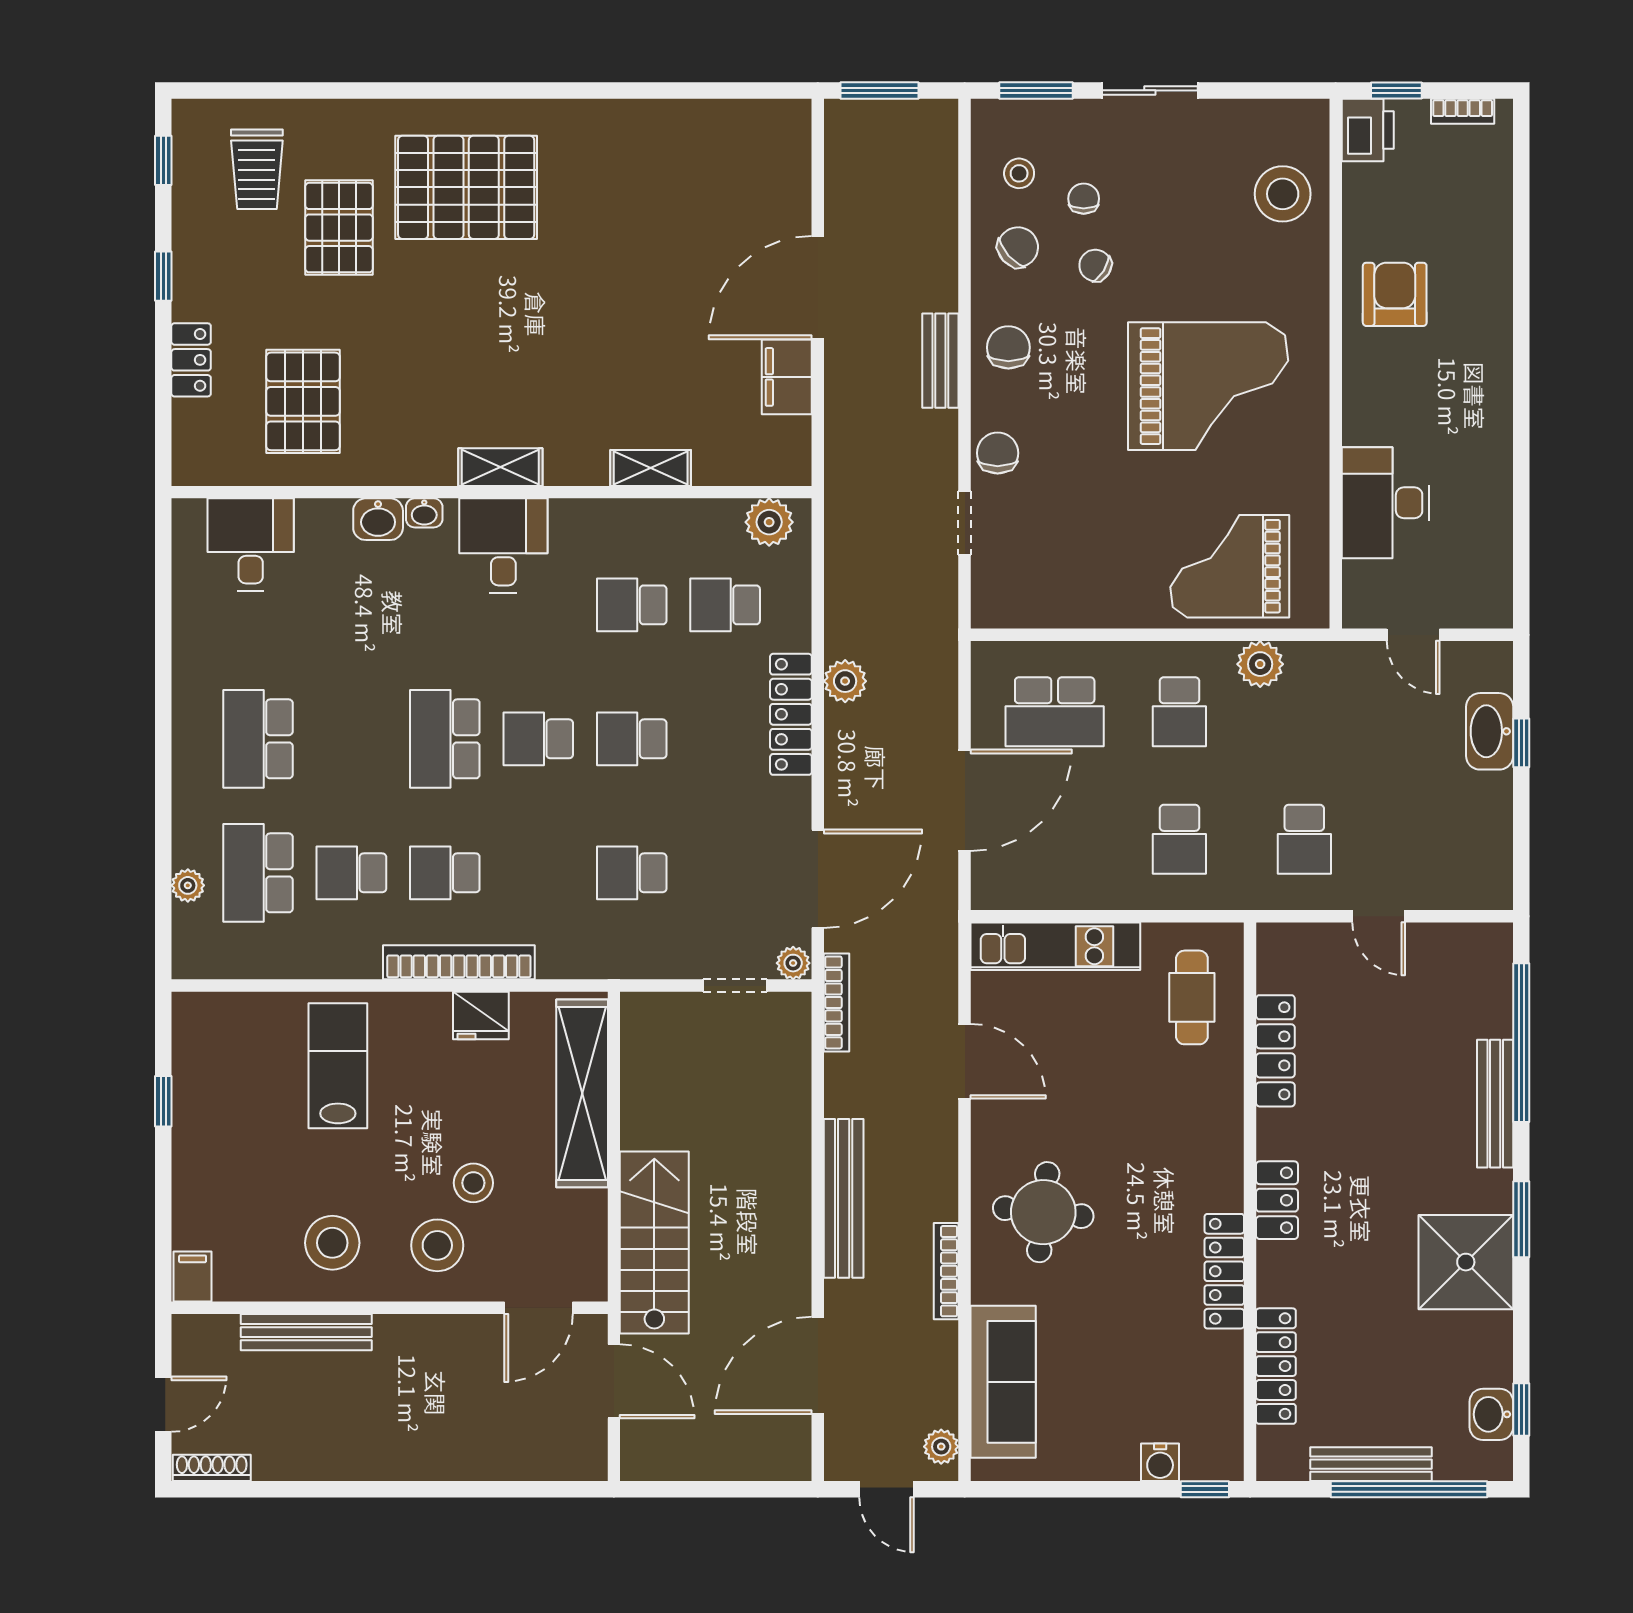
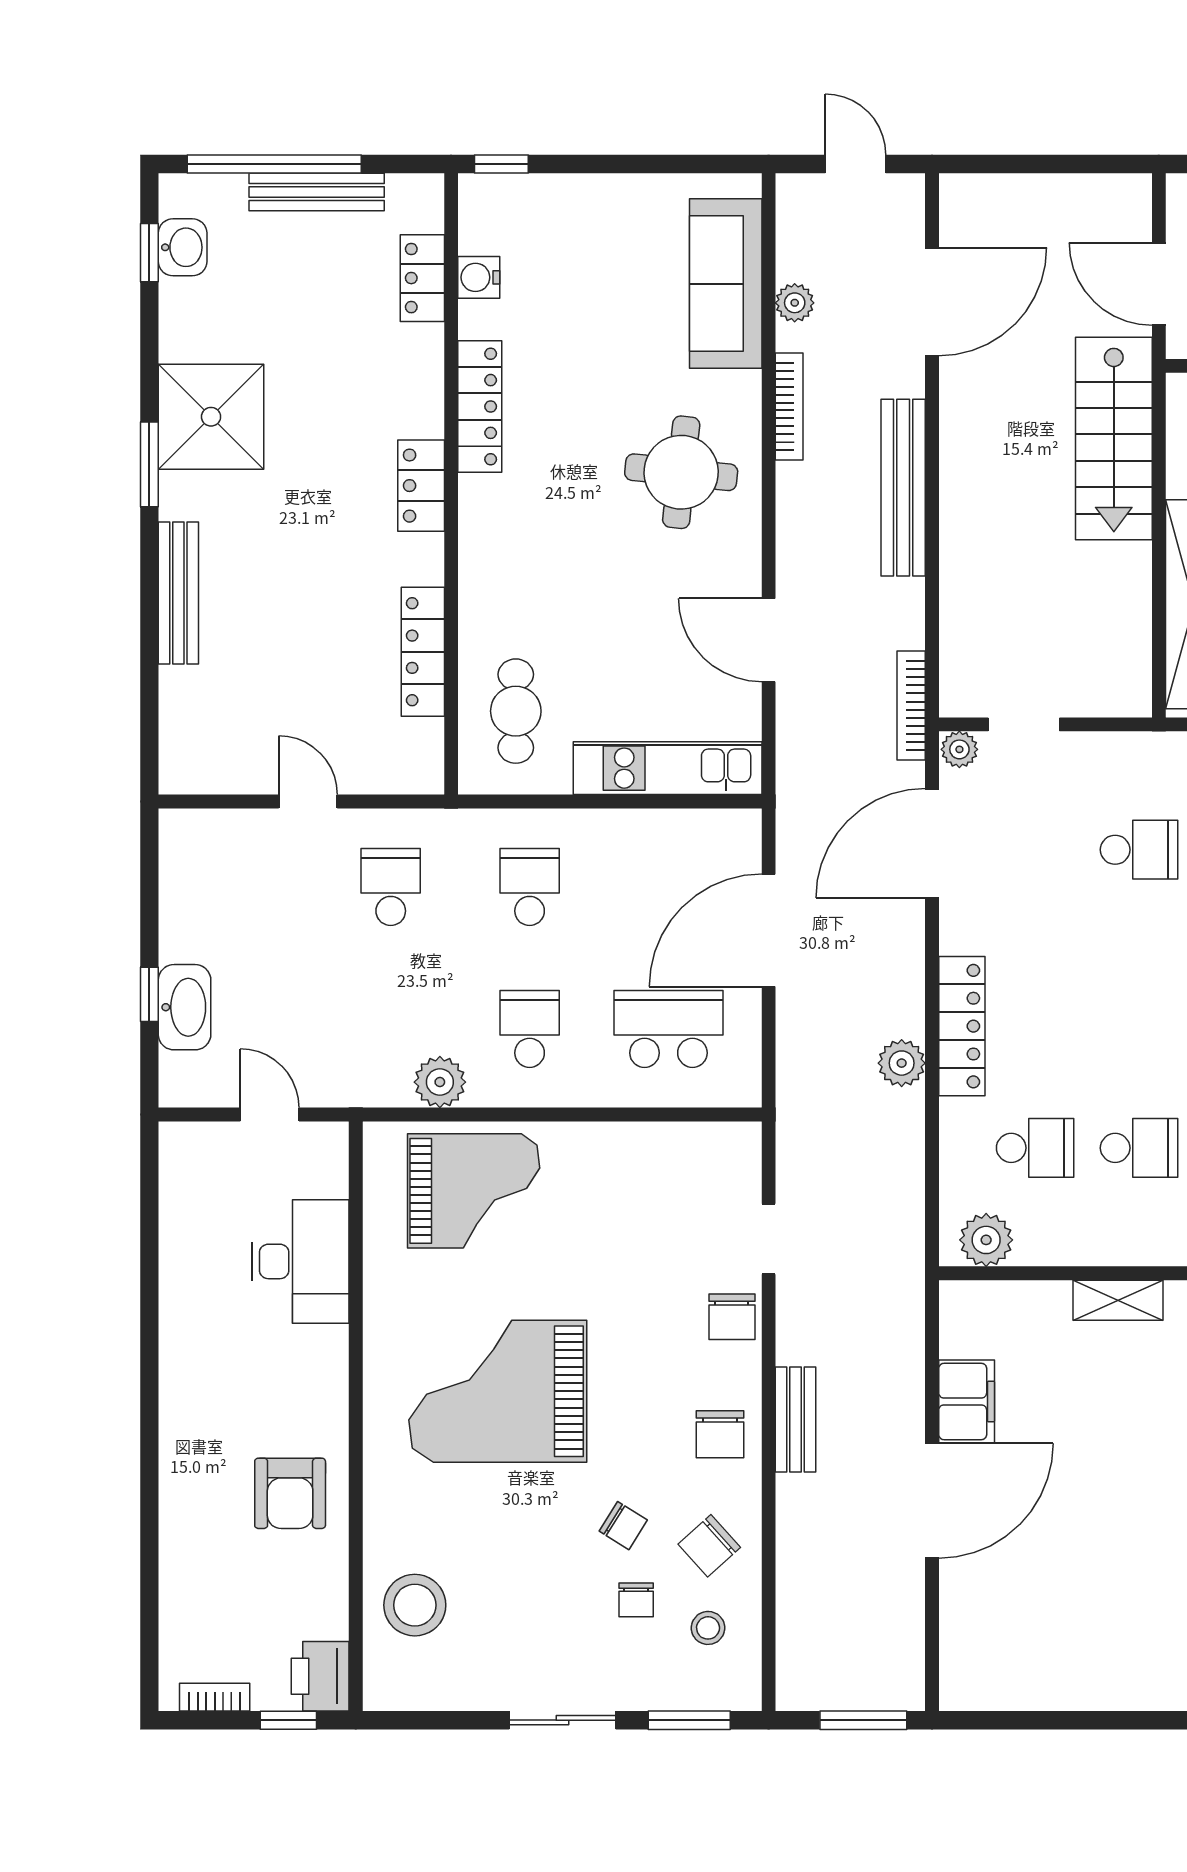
school desk: (632, 739) -> (1139, 999), removed
window: (1521, 1043) -> (149, 661), removed
locker: (1276, 1366) -> (422, 278), width x0.66
plant: (941, 1447) -> (795, 303), moved
water cooler: (1160, 1462) -> (479, 277), moved, turned -90

